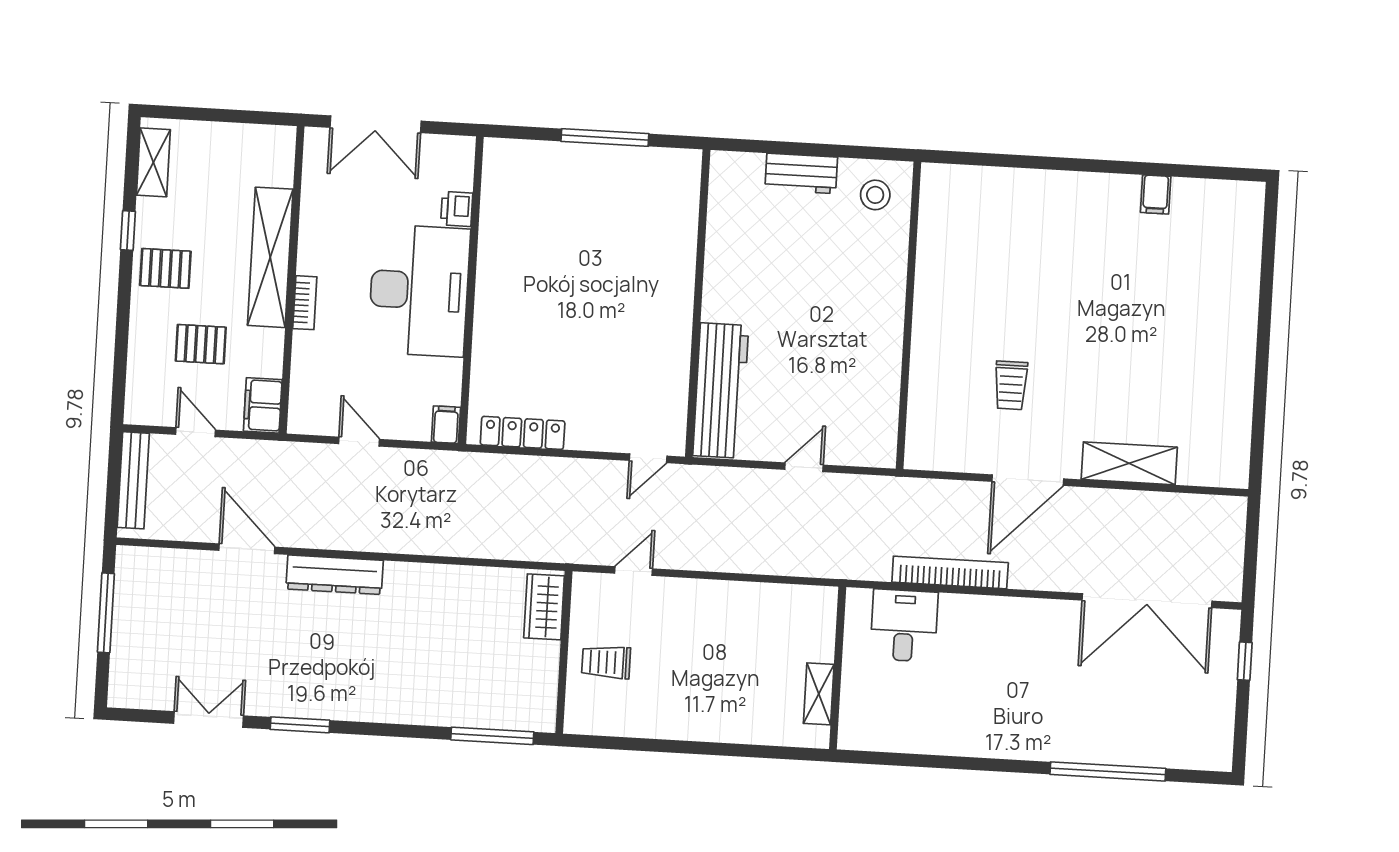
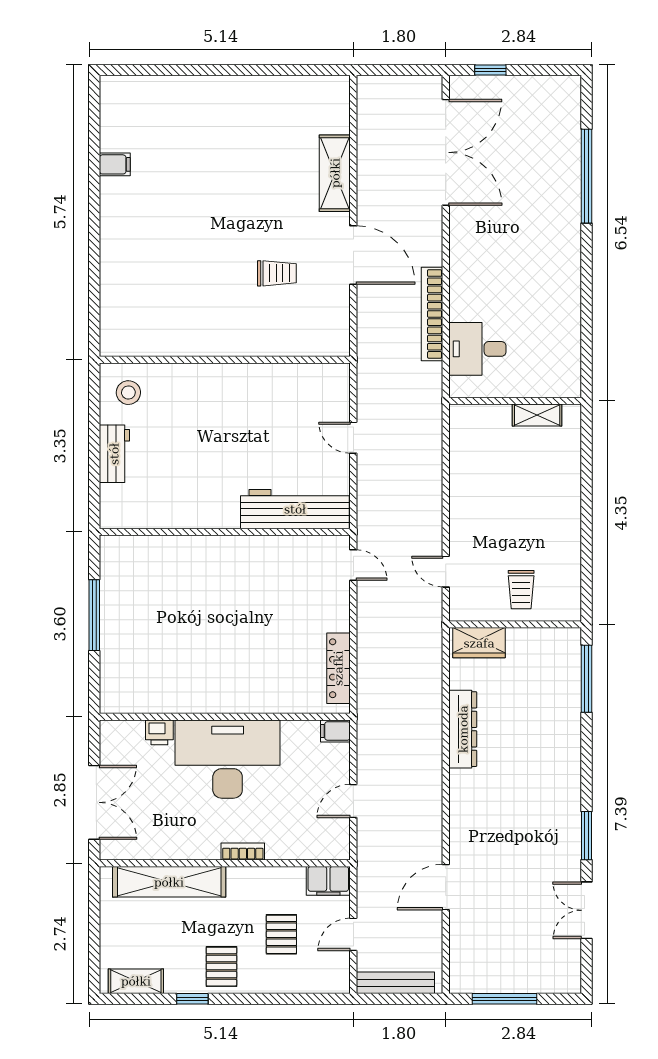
shelving: (270, 257) -> (169, 882), moved
dresser: (335, 575) -> (463, 729), moved

